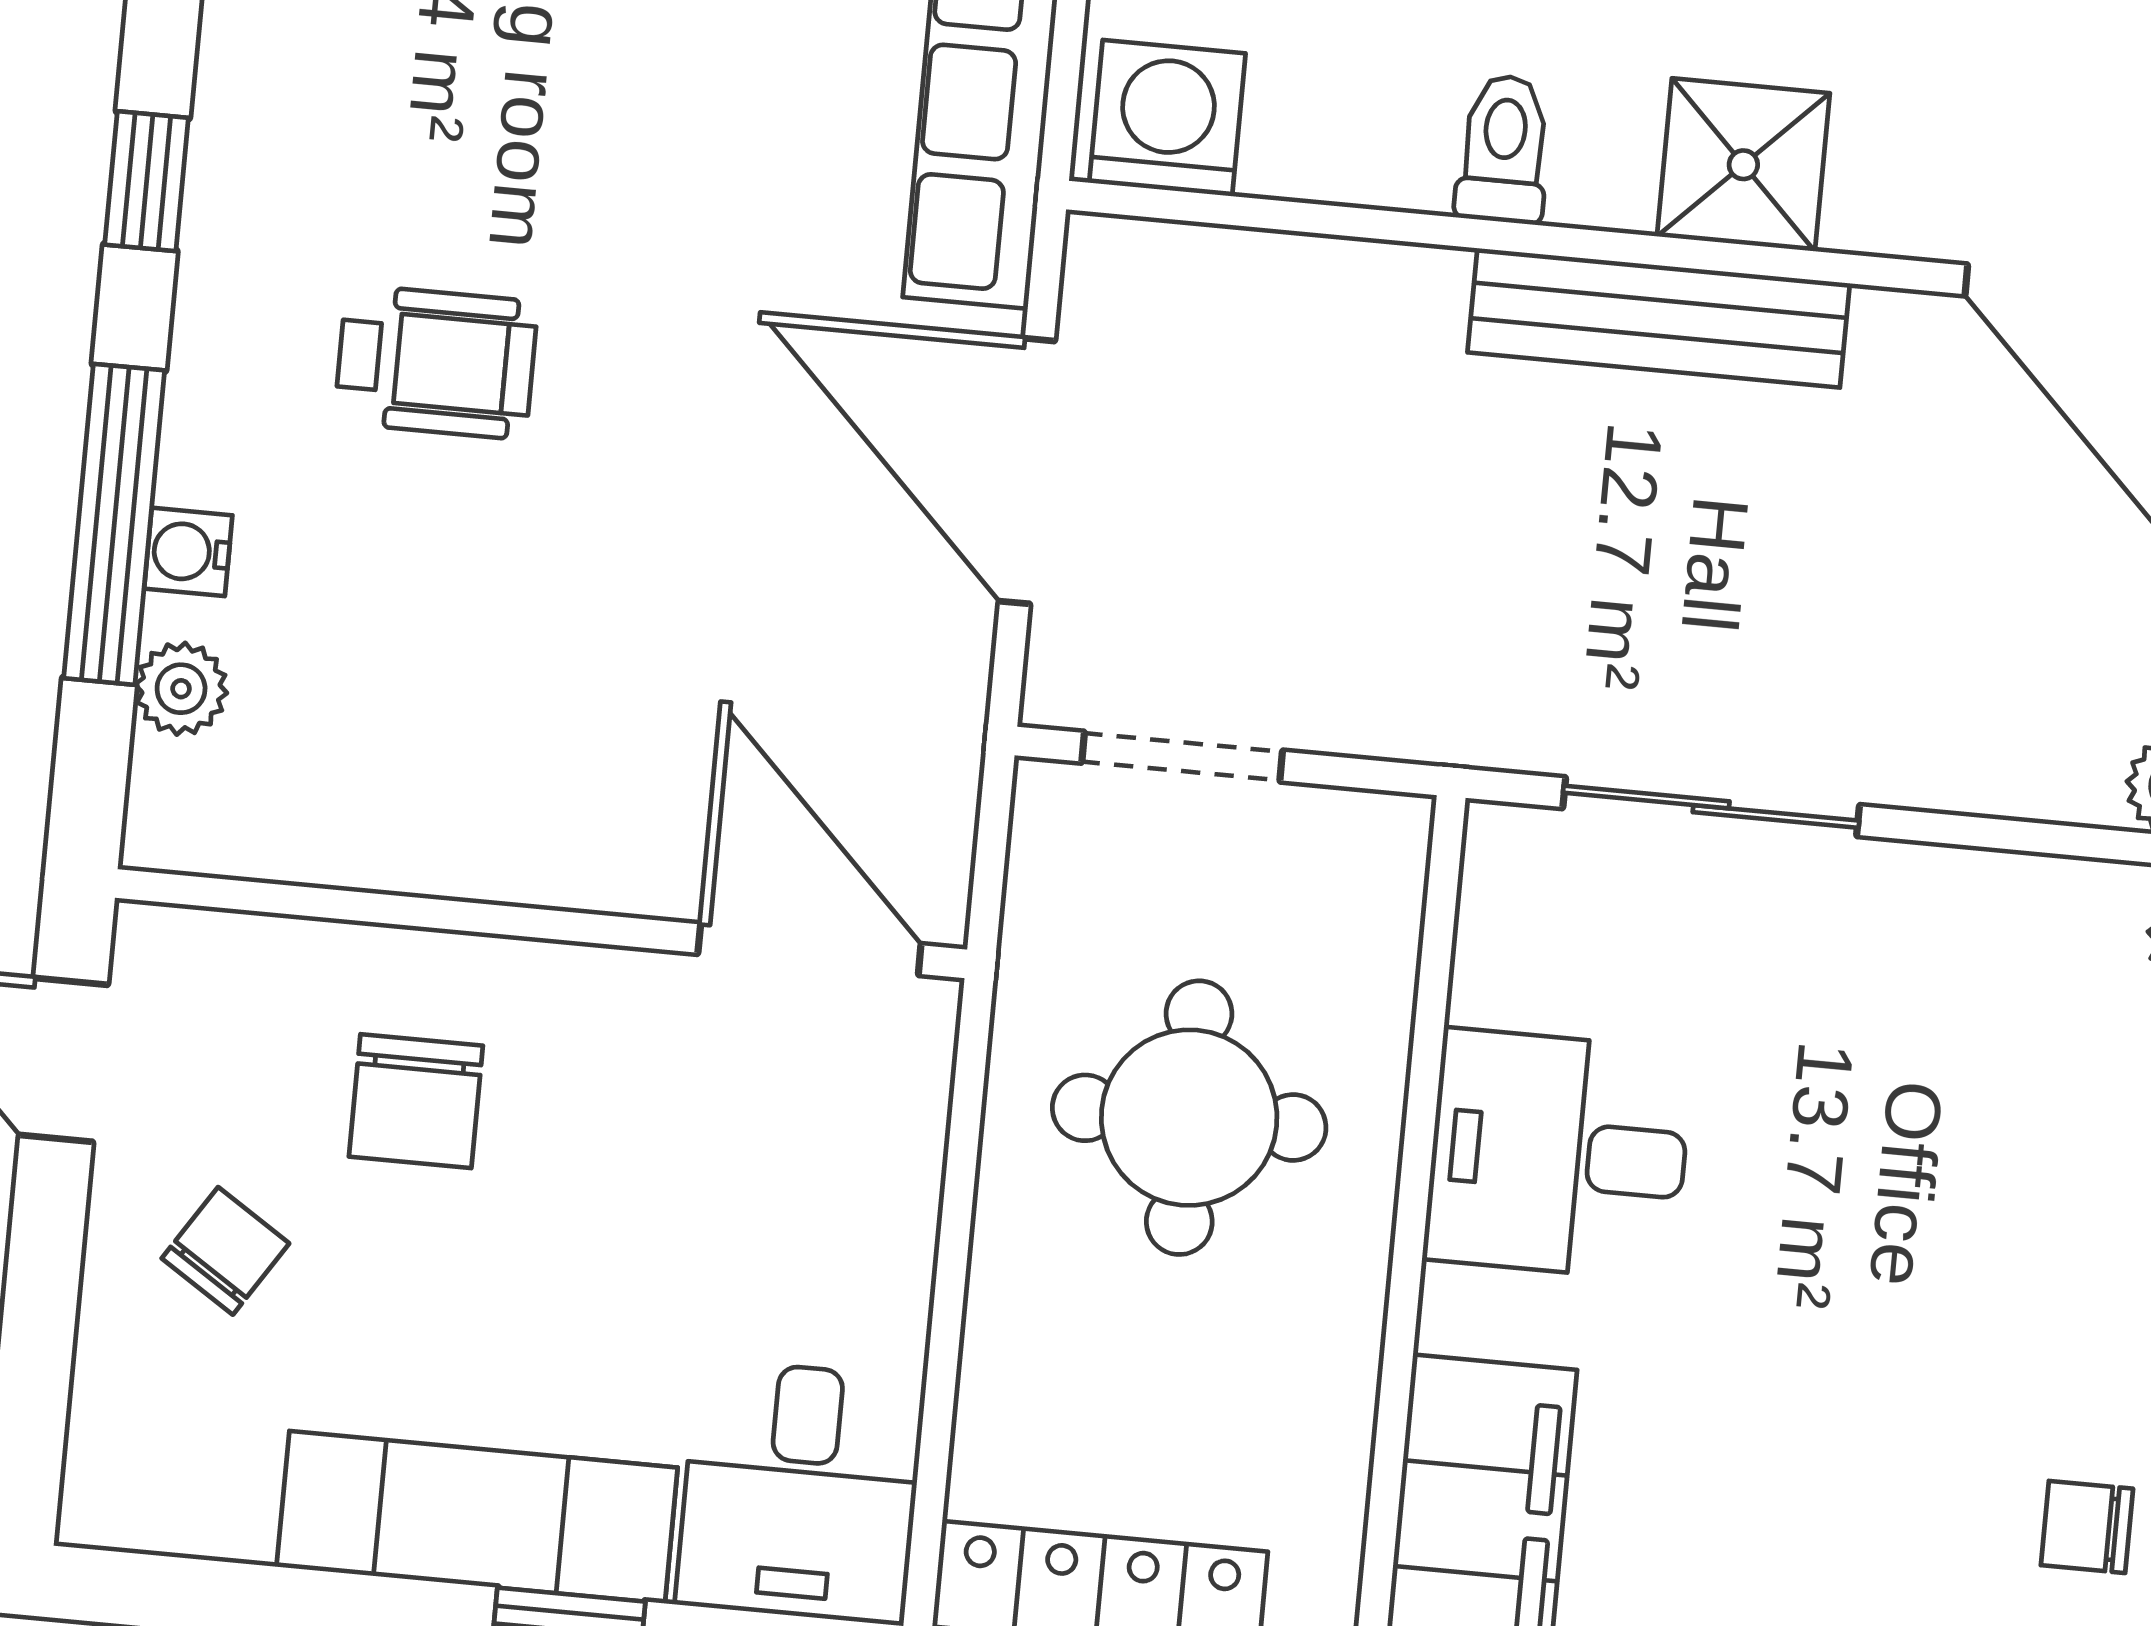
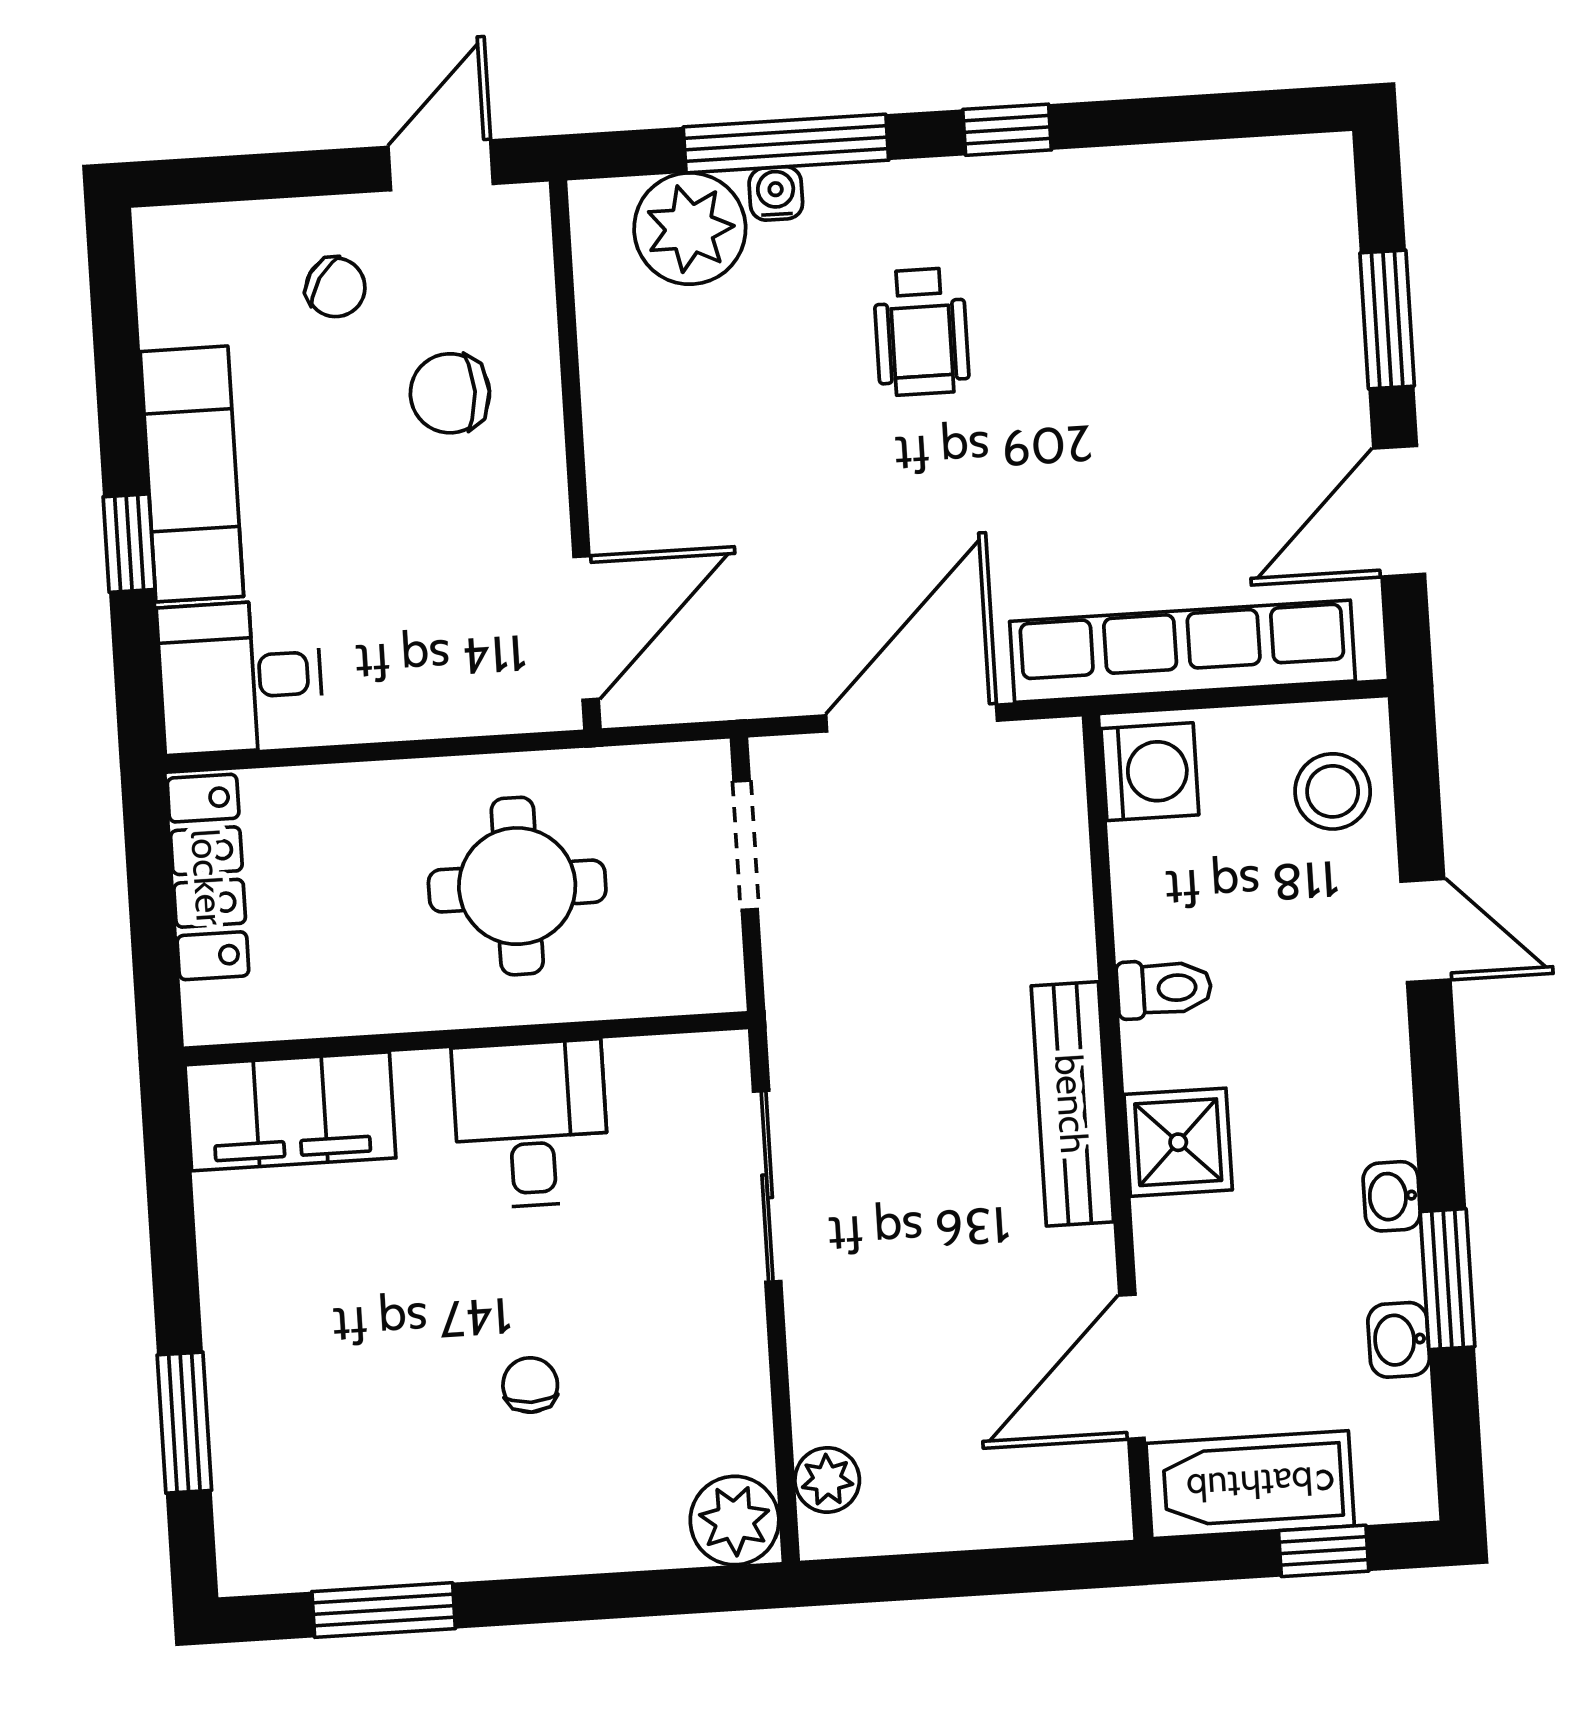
plant: (181, 689) -> (690, 229), width x1.87, depth x1.87
chair: (2087, 1527) -> (530, 1385), moved

